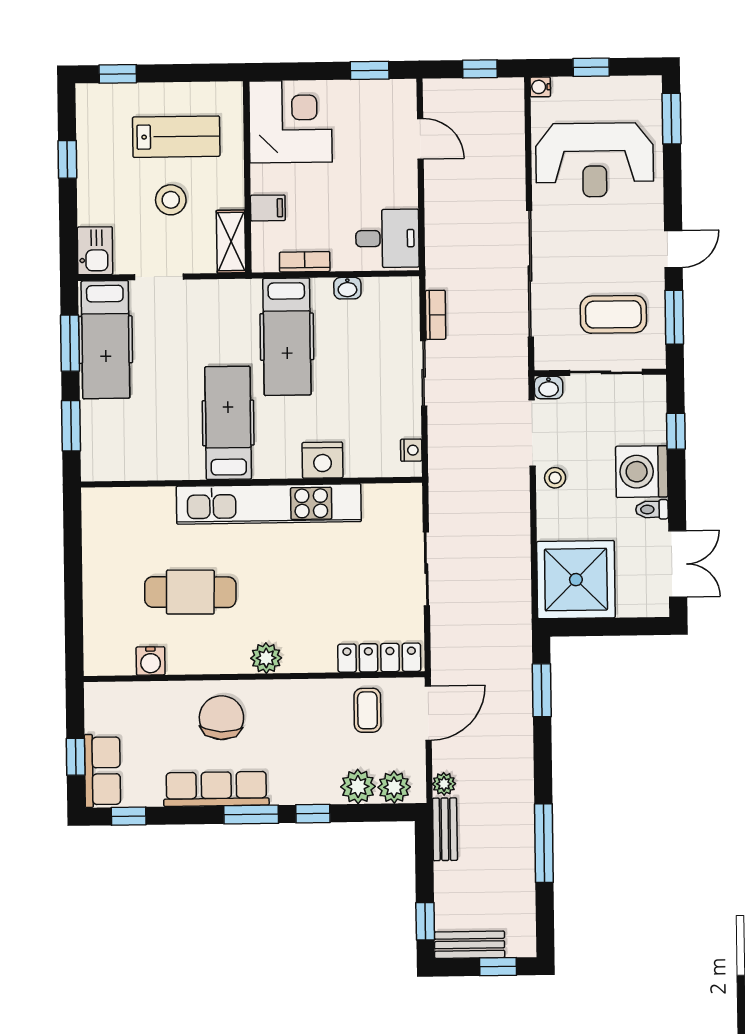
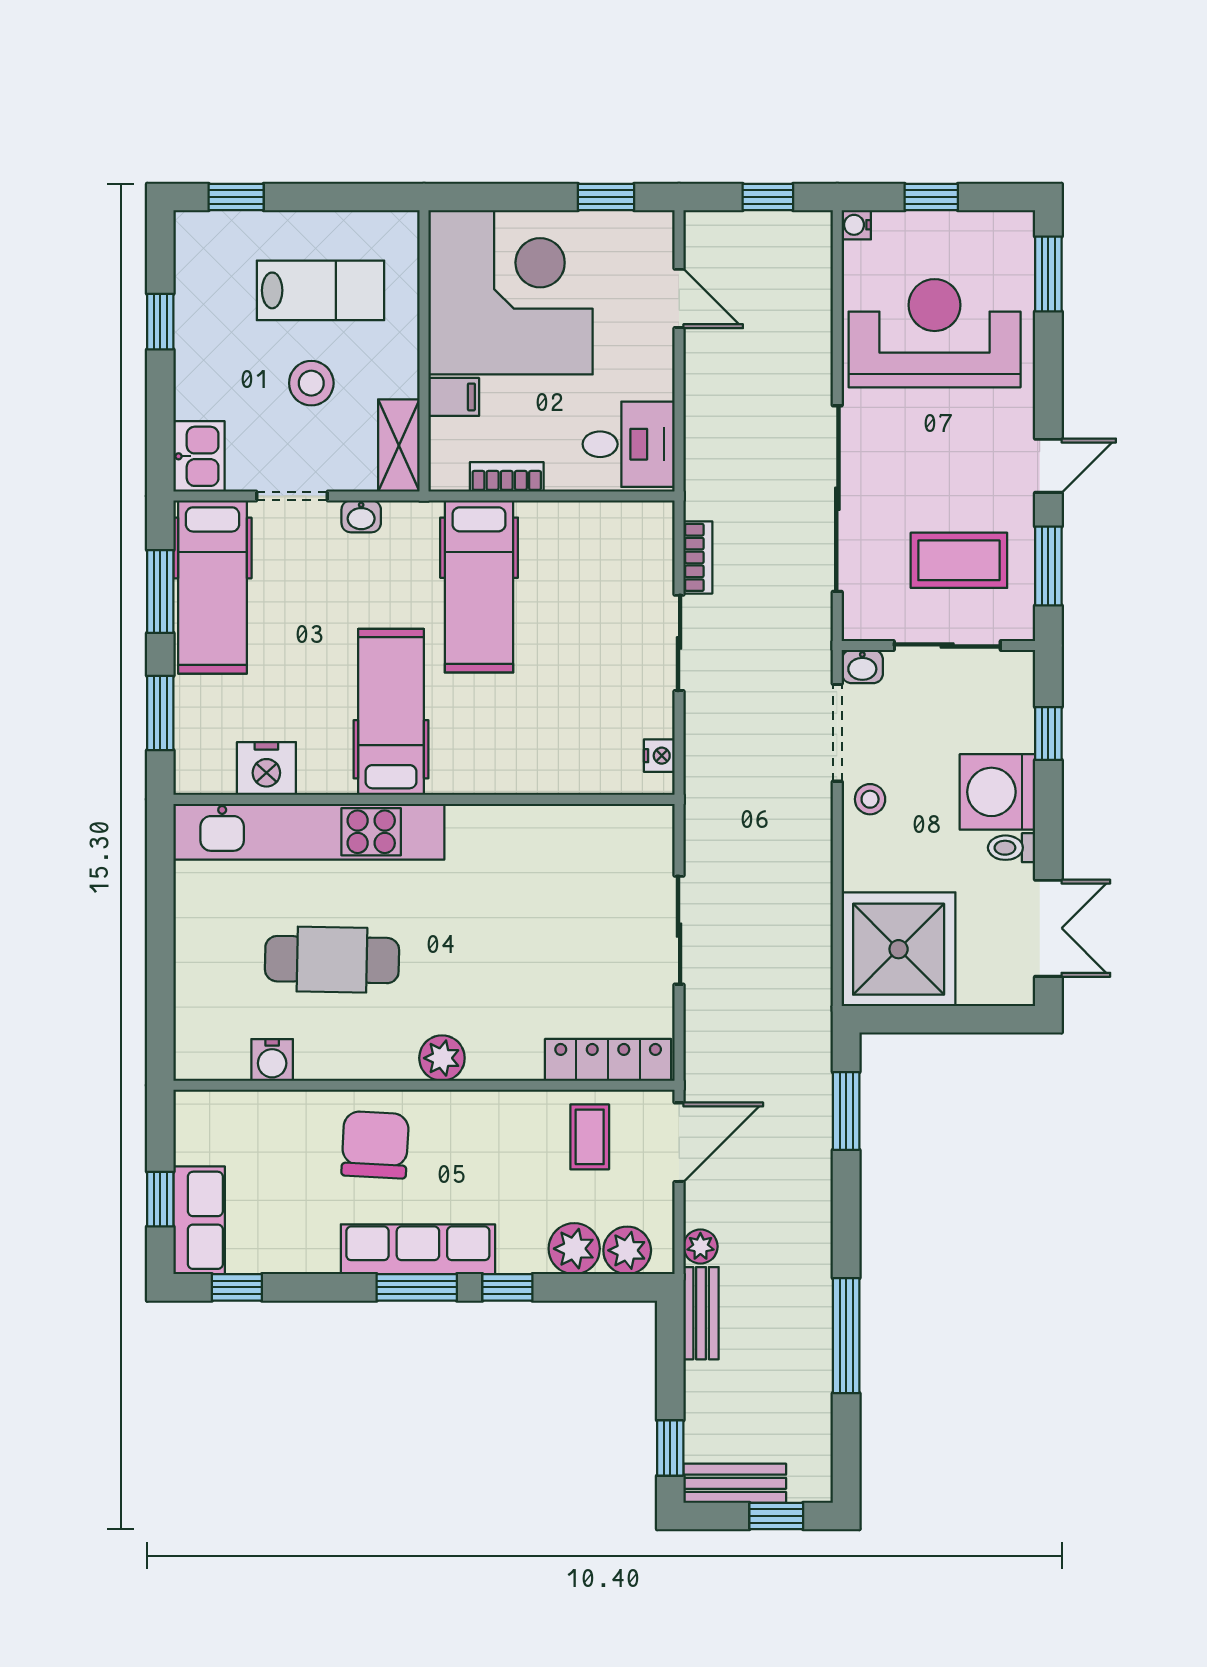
corner desk: (291, 122) -> (511, 292), width x1.36, depth x1.36
reception desk: (595, 160) -> (935, 333), turned 180
washbasin: (347, 288) -> (361, 516), moved
nightstand: (323, 460) -> (266, 769), moved
kitchen unit: (269, 504) -> (309, 832), moved
row of seats: (216, 789) -> (418, 1249), moved

